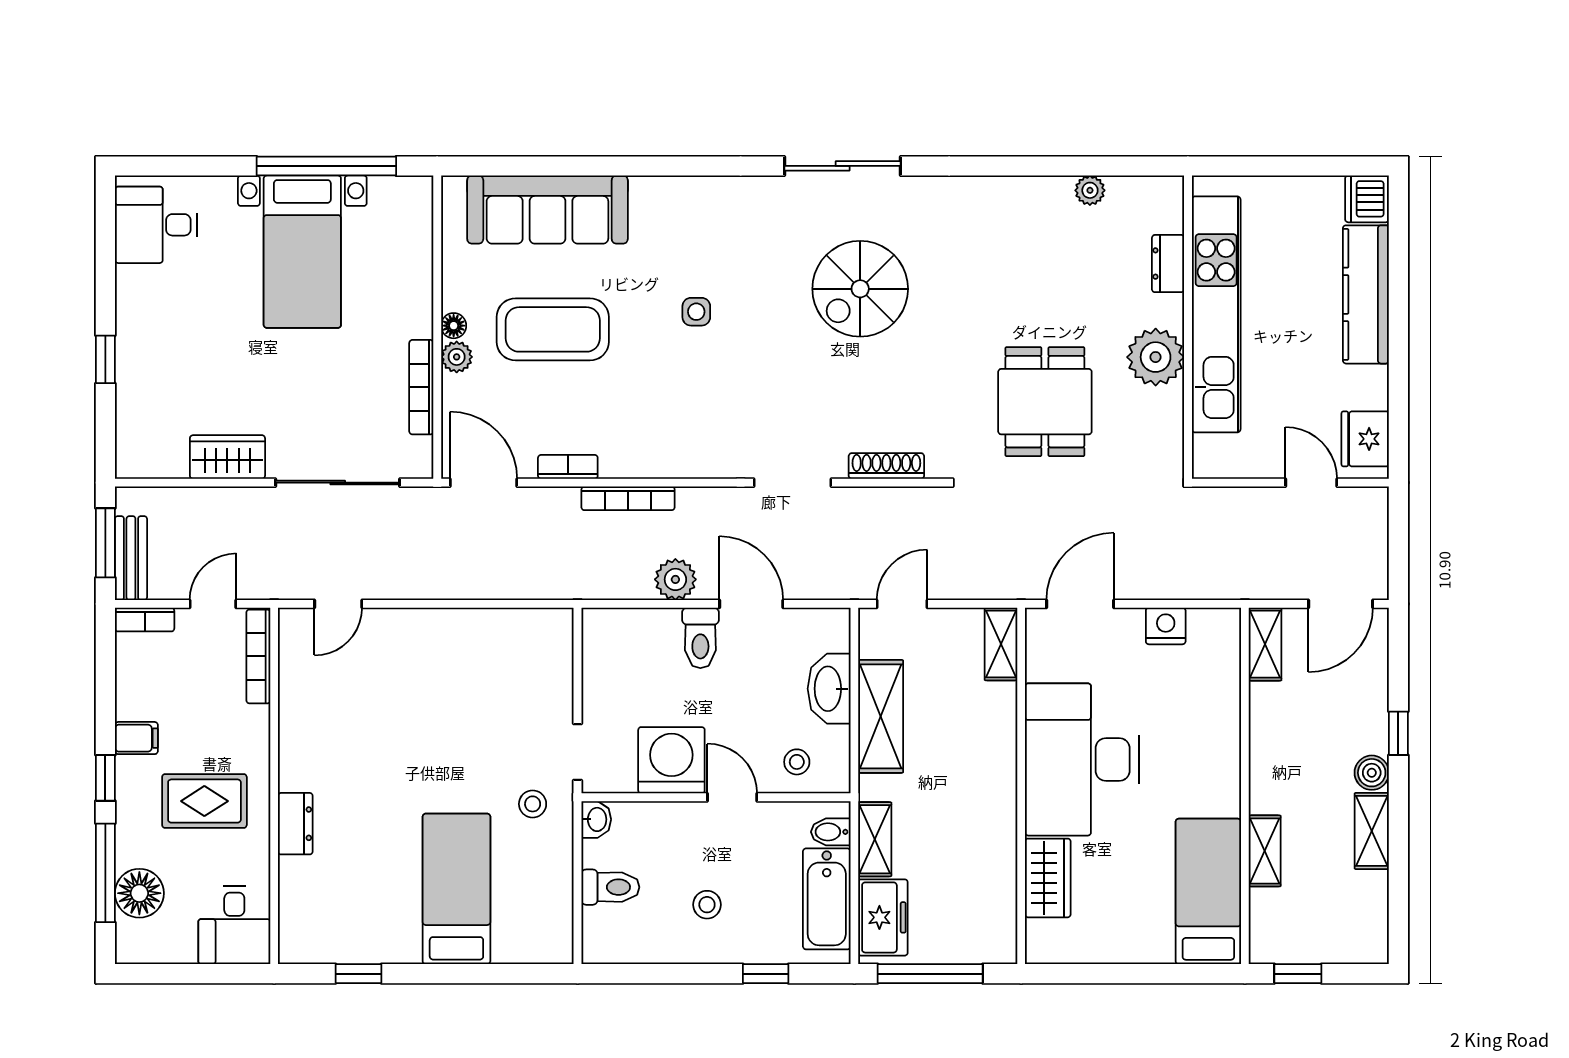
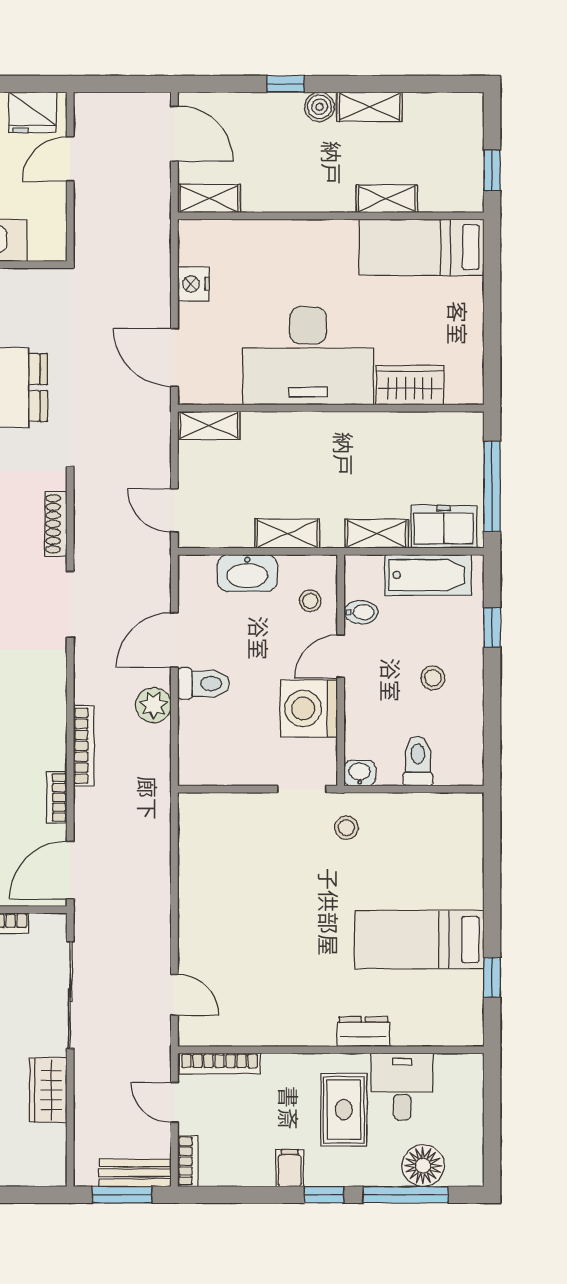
shelving: (881, 716) -> (287, 534), width x0.67, depth x0.75
bidet: (831, 832) -> (361, 612), moved, turned -90
bed: (456, 889) -> (419, 940), moved
desk: (234, 925) -> (402, 1086), moved, turned -90

